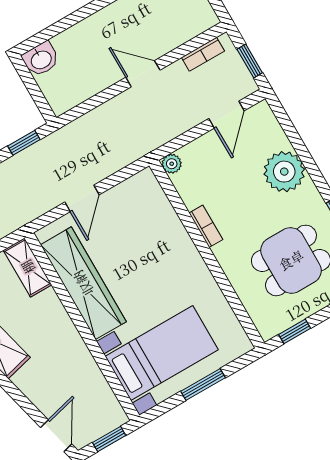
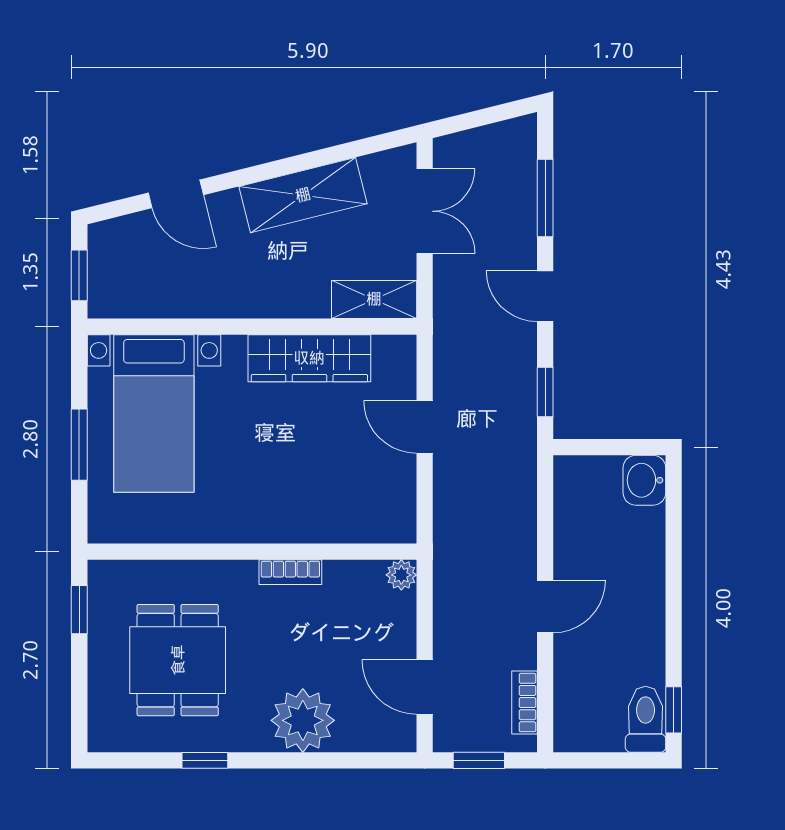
wardrobe: (83, 283) -> (309, 358), width x0.71, depth x0.85
door: (56, 436) -> (176, 194), moved

